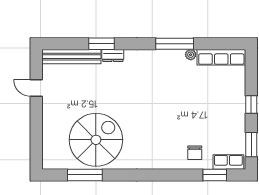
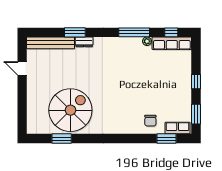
window: (221, 44) -> (171, 32), added
window: (85, 175) -> (62, 139), width x0.69

